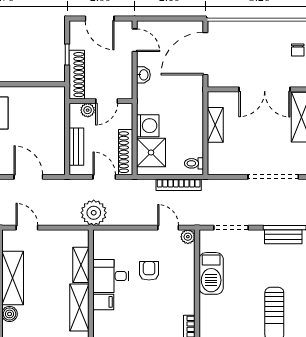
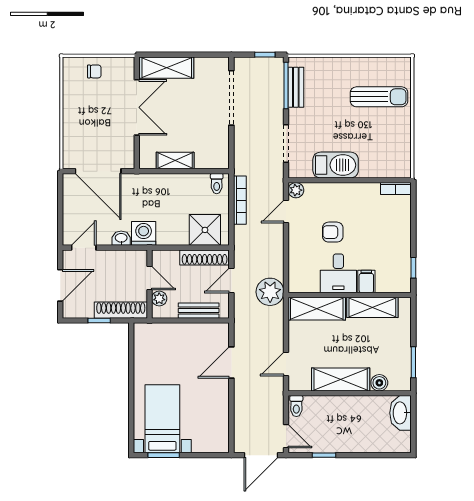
washing machine: (148, 126) -> (144, 233), moved
shelving: (81, 265) -> (317, 309), width x1.50, depth x1.33

